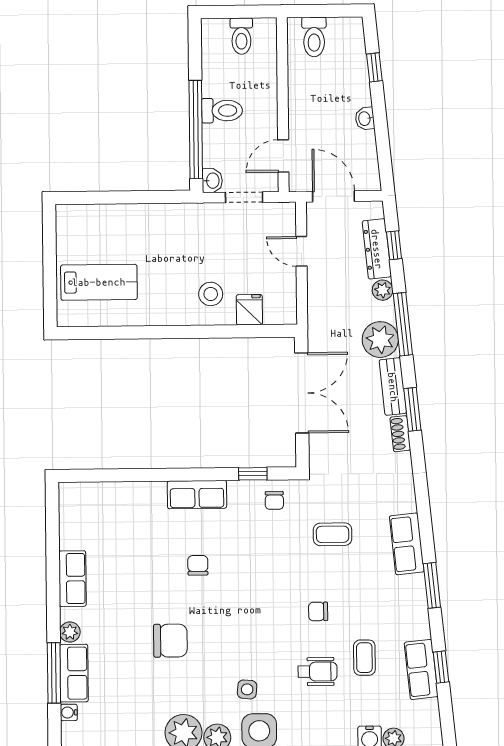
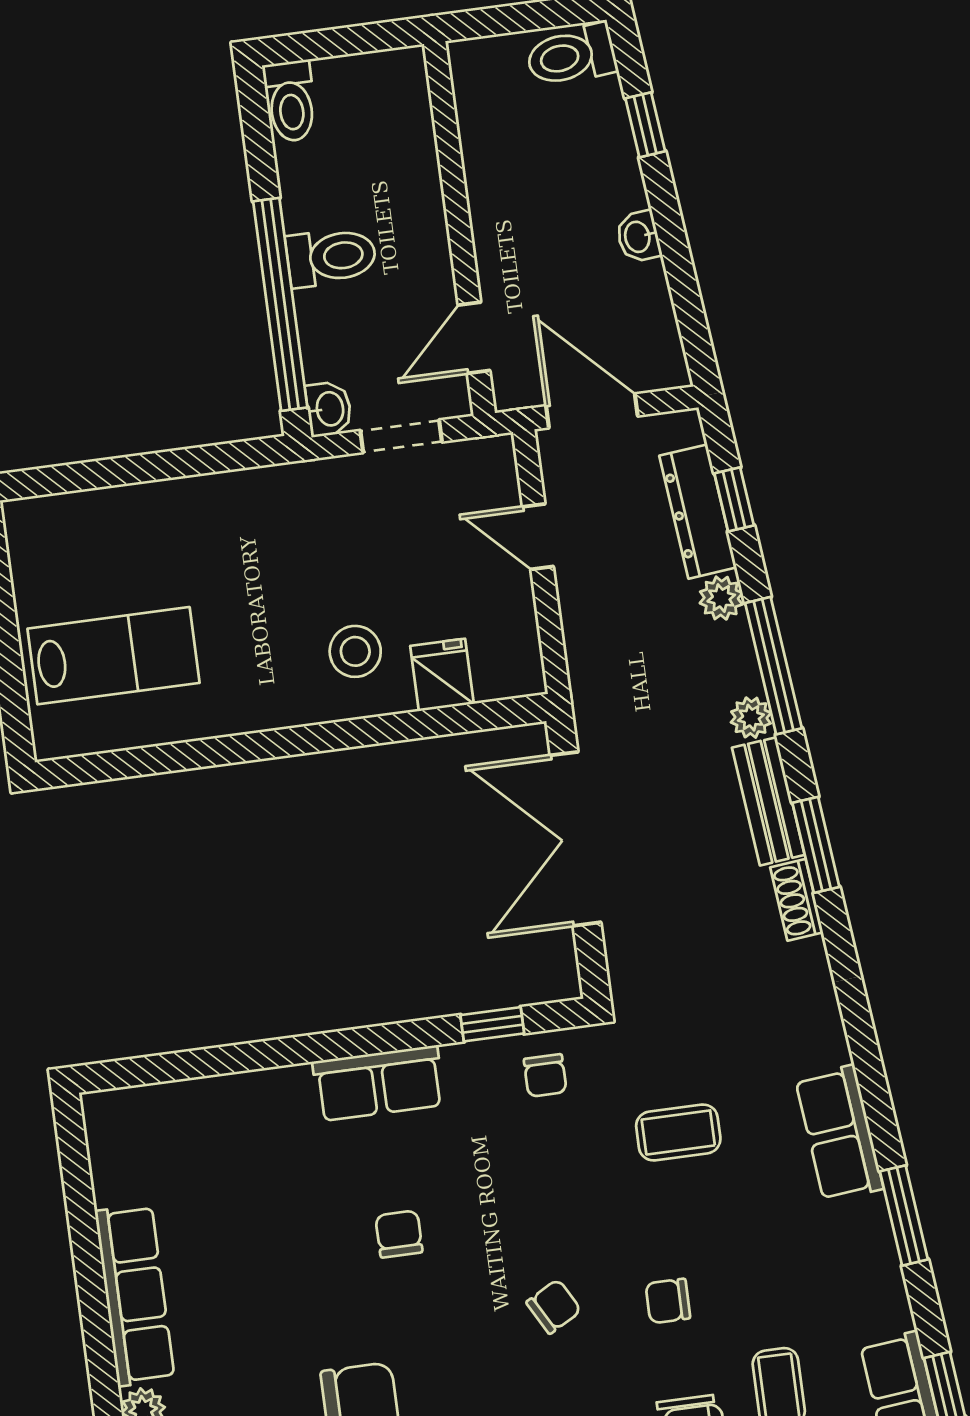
toilet: (241, 36) -> (290, 101), moved
toilet: (314, 37) -> (571, 56), moved, turned 84
plant: (380, 340) -> (751, 718), width x0.53, depth x0.53
double door: (302, 393) -> (576, 839), swing flipped
row of seats: (72, 579) -> (135, 1295), width x1.48
chair: (265, 608) -> (554, 1306), added

